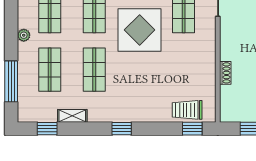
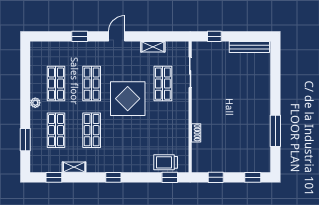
window: (11, 81) -> (25, 140), width x0.69

